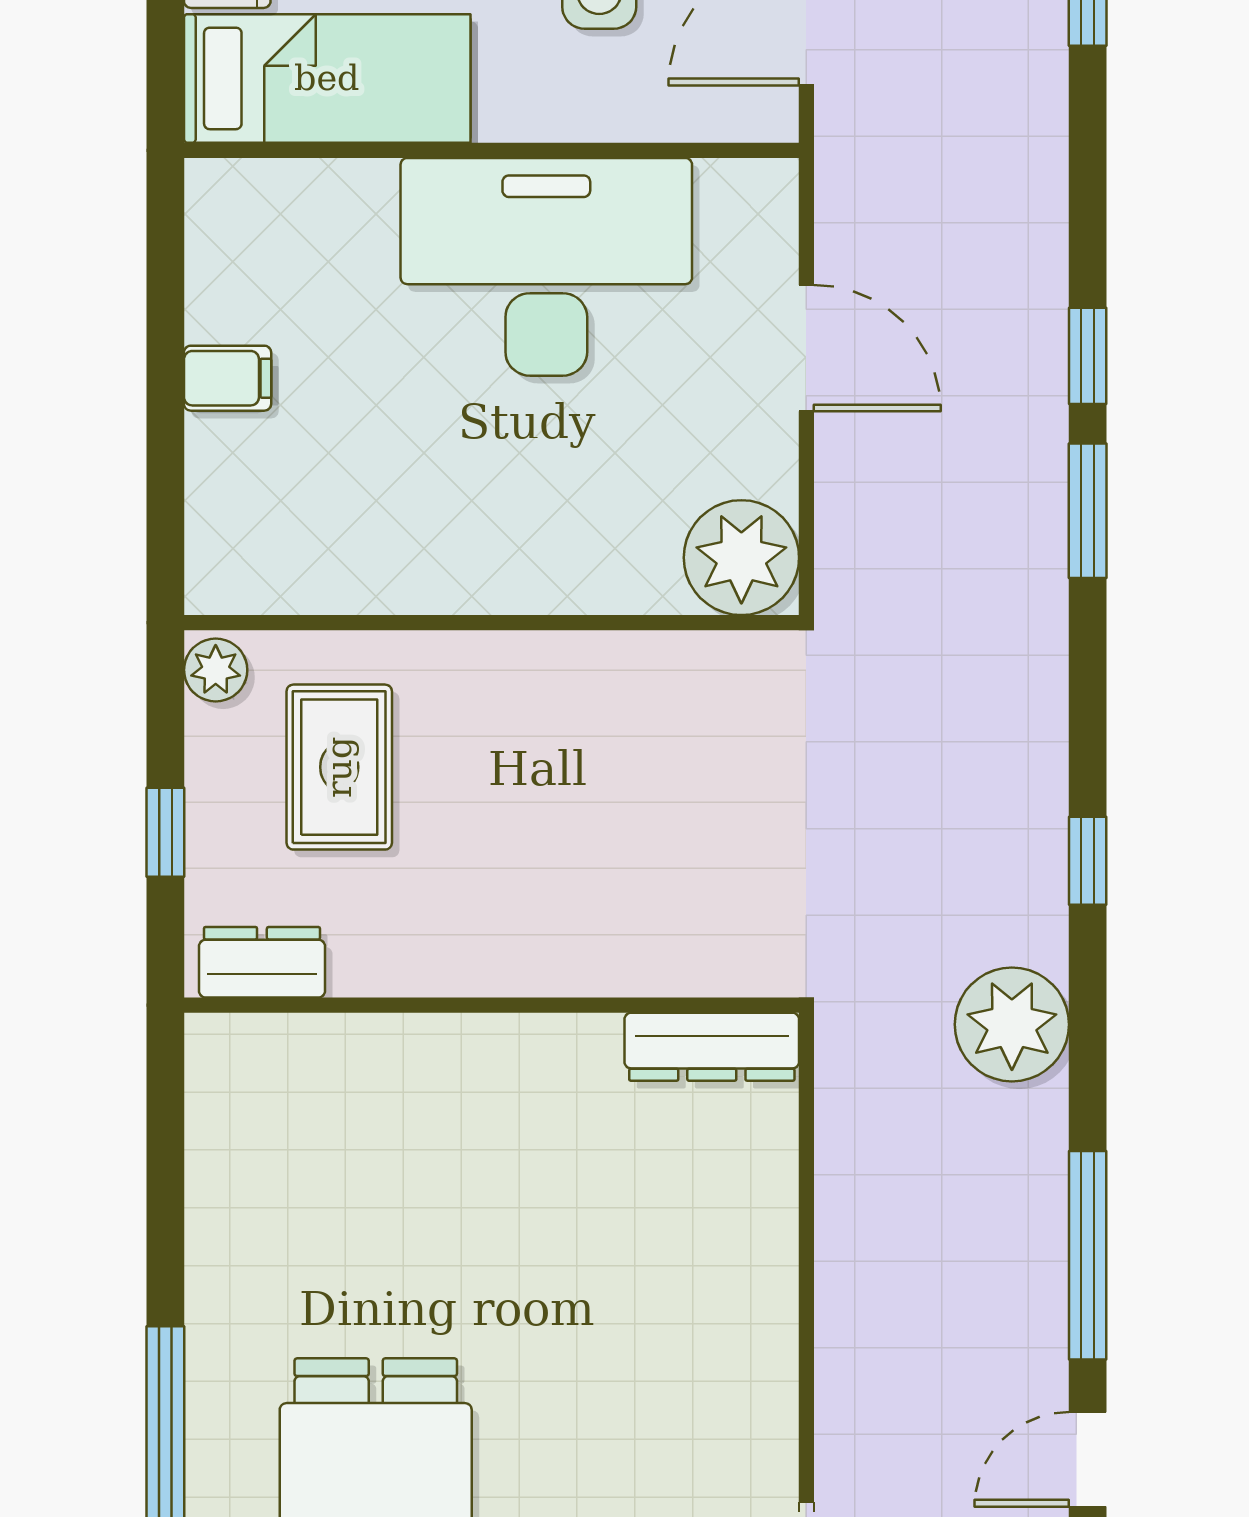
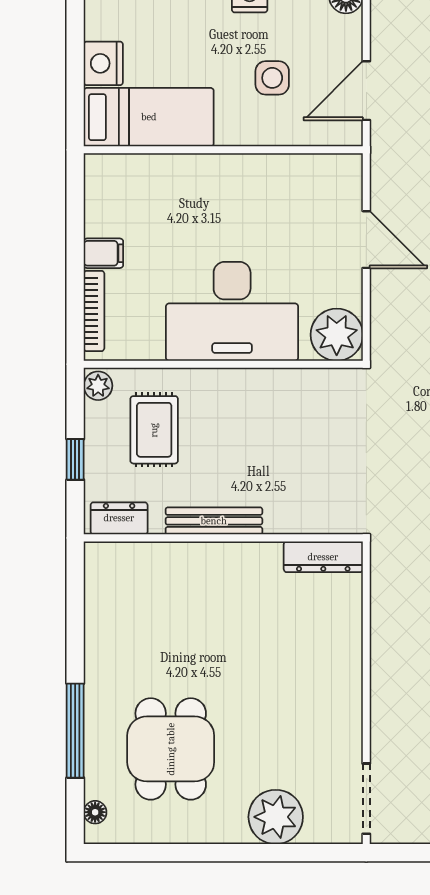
desk: (546, 267) -> (232, 311), moved, turned 180
bookcase: (207, 505) -> (94, 311), added
bench: (471, 968) -> (214, 521), added

